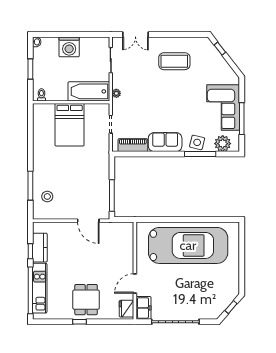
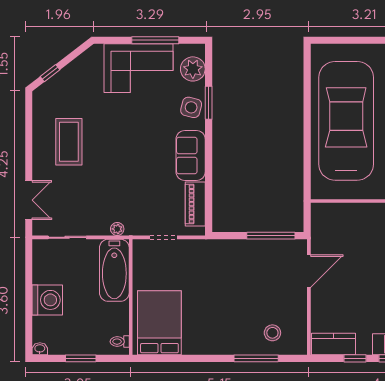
bed: (70, 125) -> (159, 323), moved, turned -90
window: (200, 154) -> (209, 103), width x0.69
kitchen counter: (40, 248) -> (334, 344), moved

